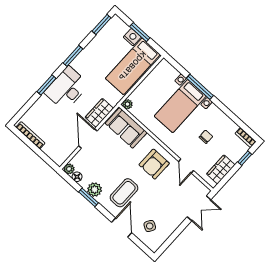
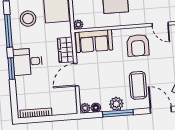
window: (73, 56) -> (8, 31), width x1.44
stool: (96, 62) -> (28, 19), added
desk: (67, 89) -> (28, 62), width x0.73
door: (88, 138) -> (76, 75), hinge flipped
window: (89, 197) -> (118, 113), width x1.44

